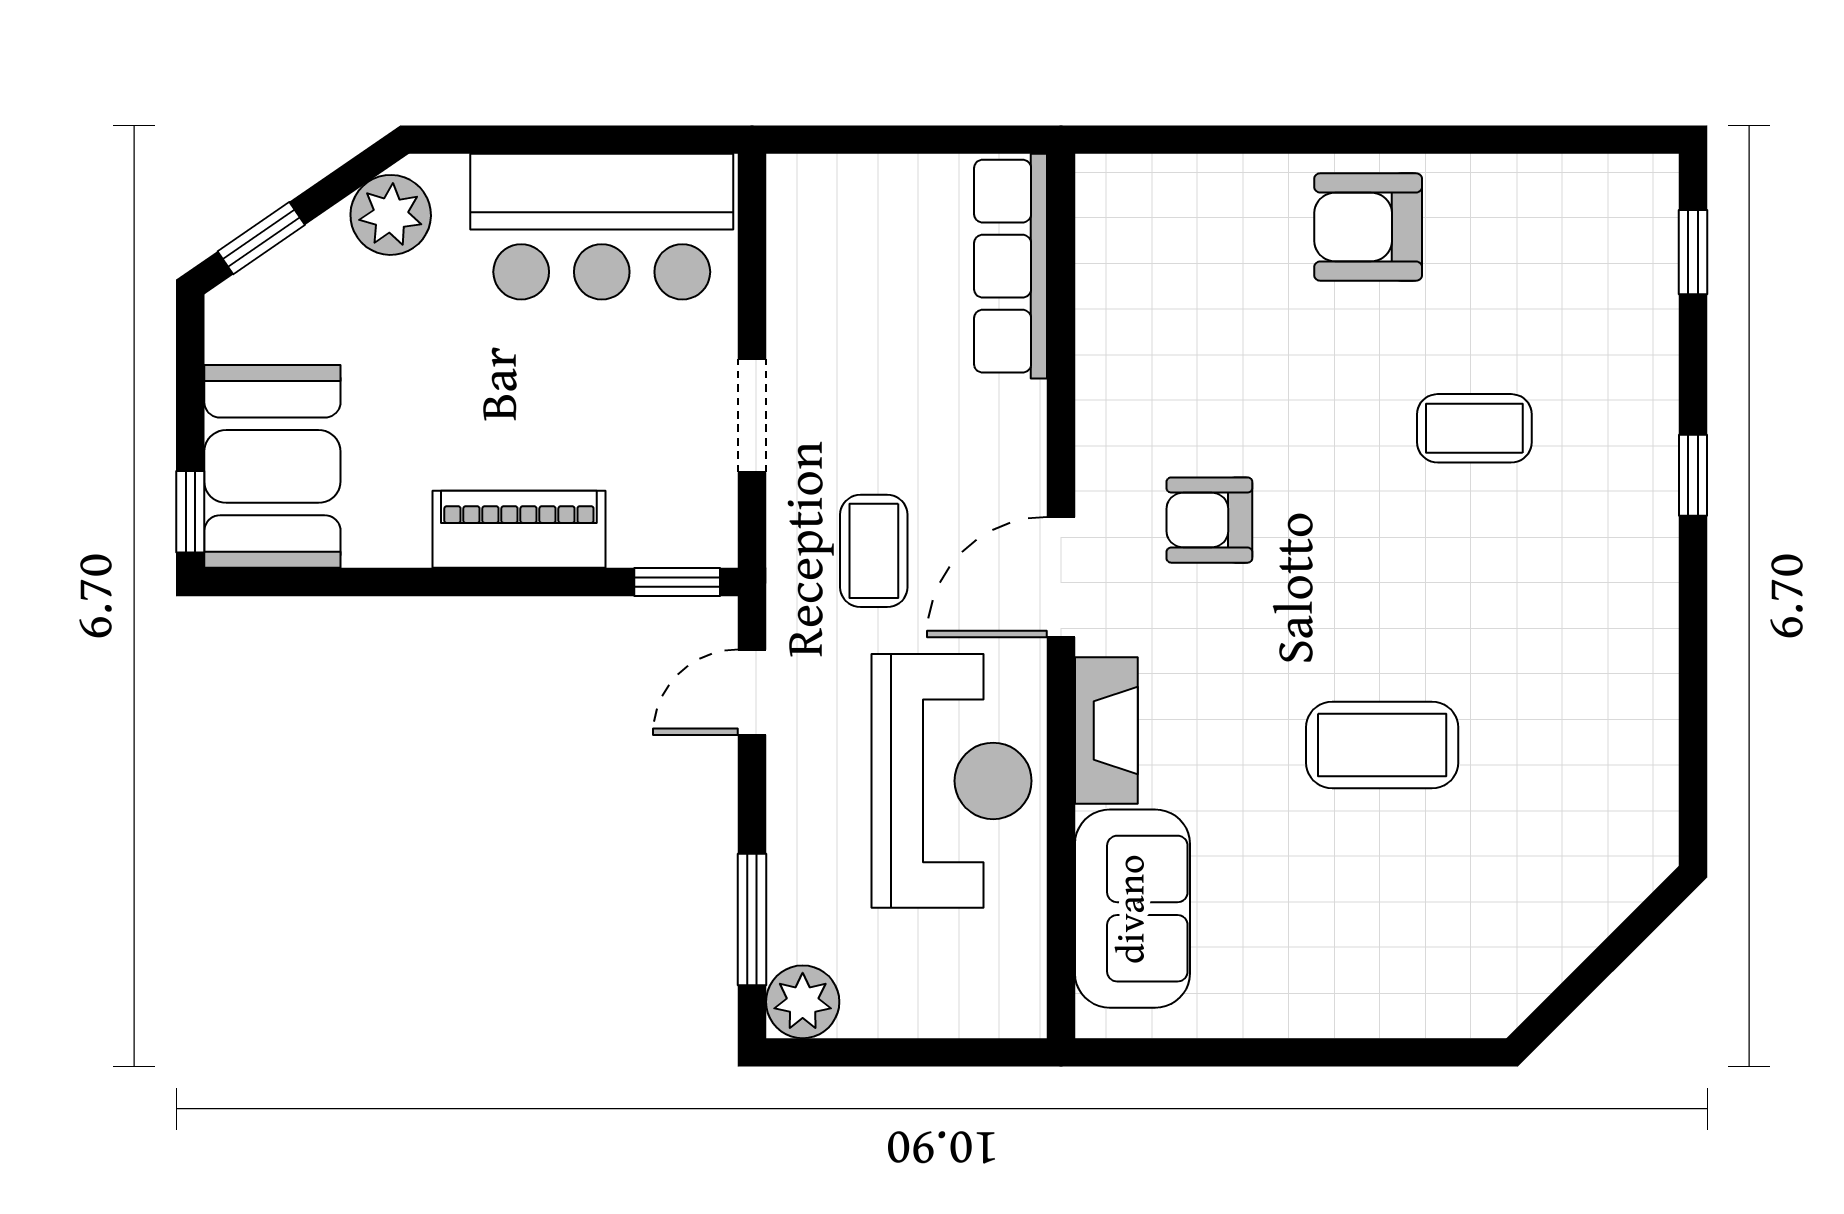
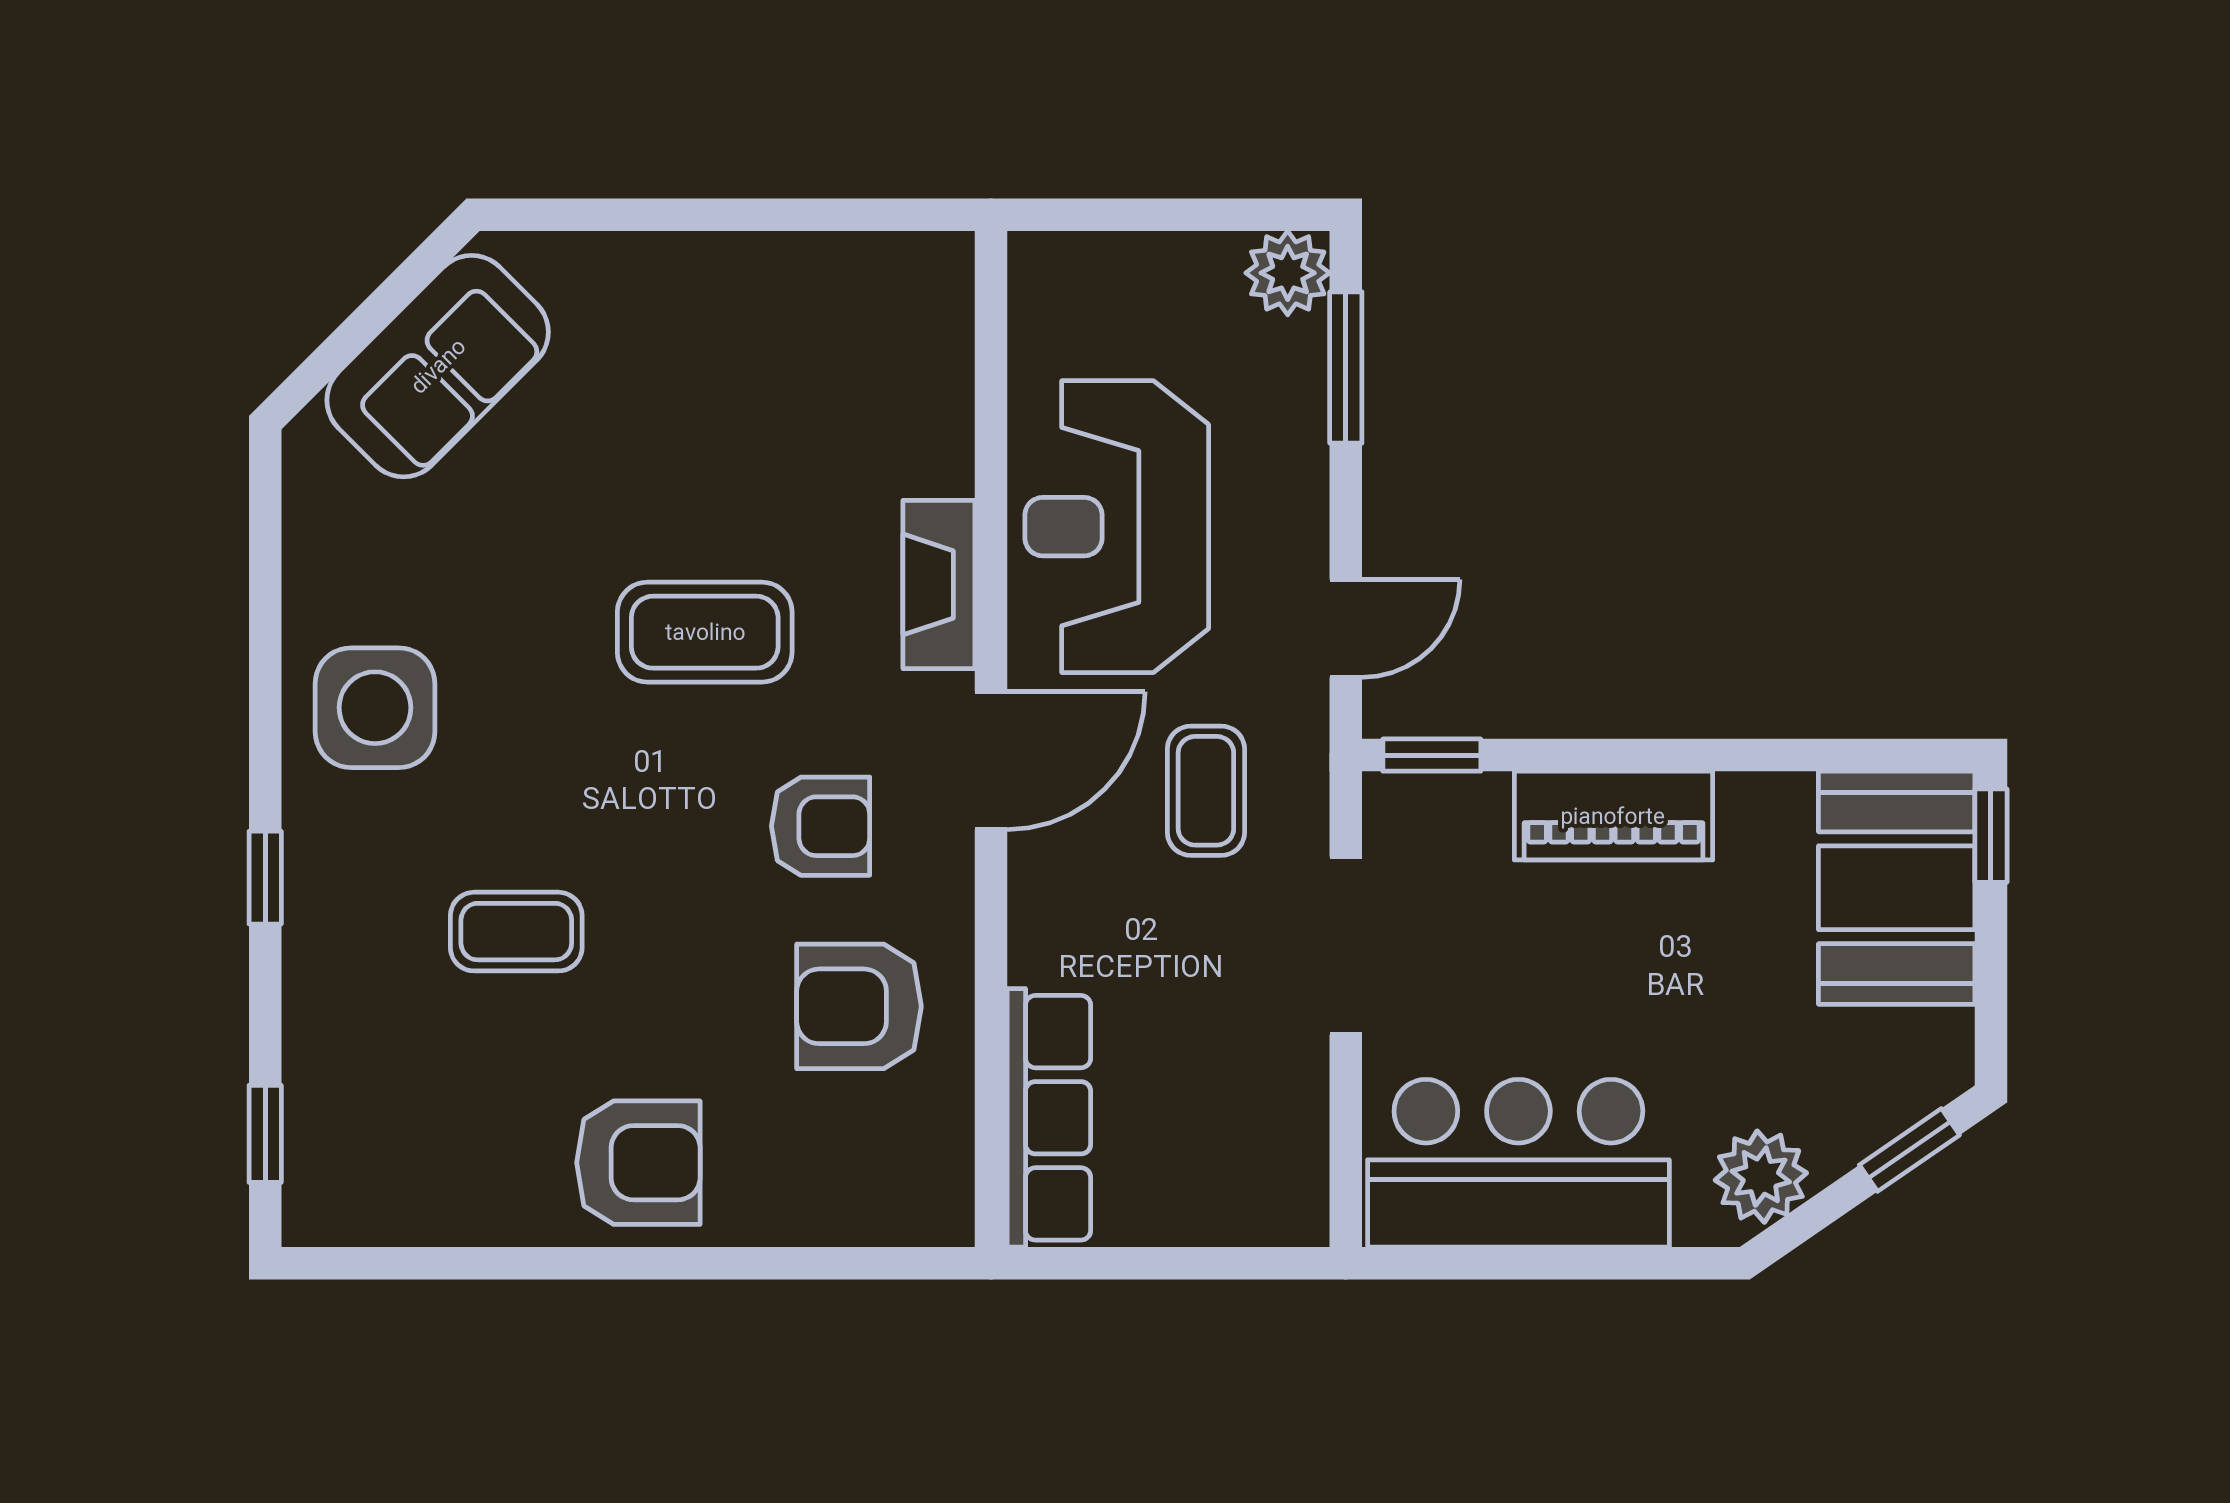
armchair: (1176, 363) -> (859, 1006), added
doorway: (752, 416) -> (1346, 946), width x1.38
side table: (1597, 623) -> (375, 708), added
coffee table: (1382, 745) -> (705, 632), moved
sofa: (1132, 909) -> (438, 366), moved, turned -135

